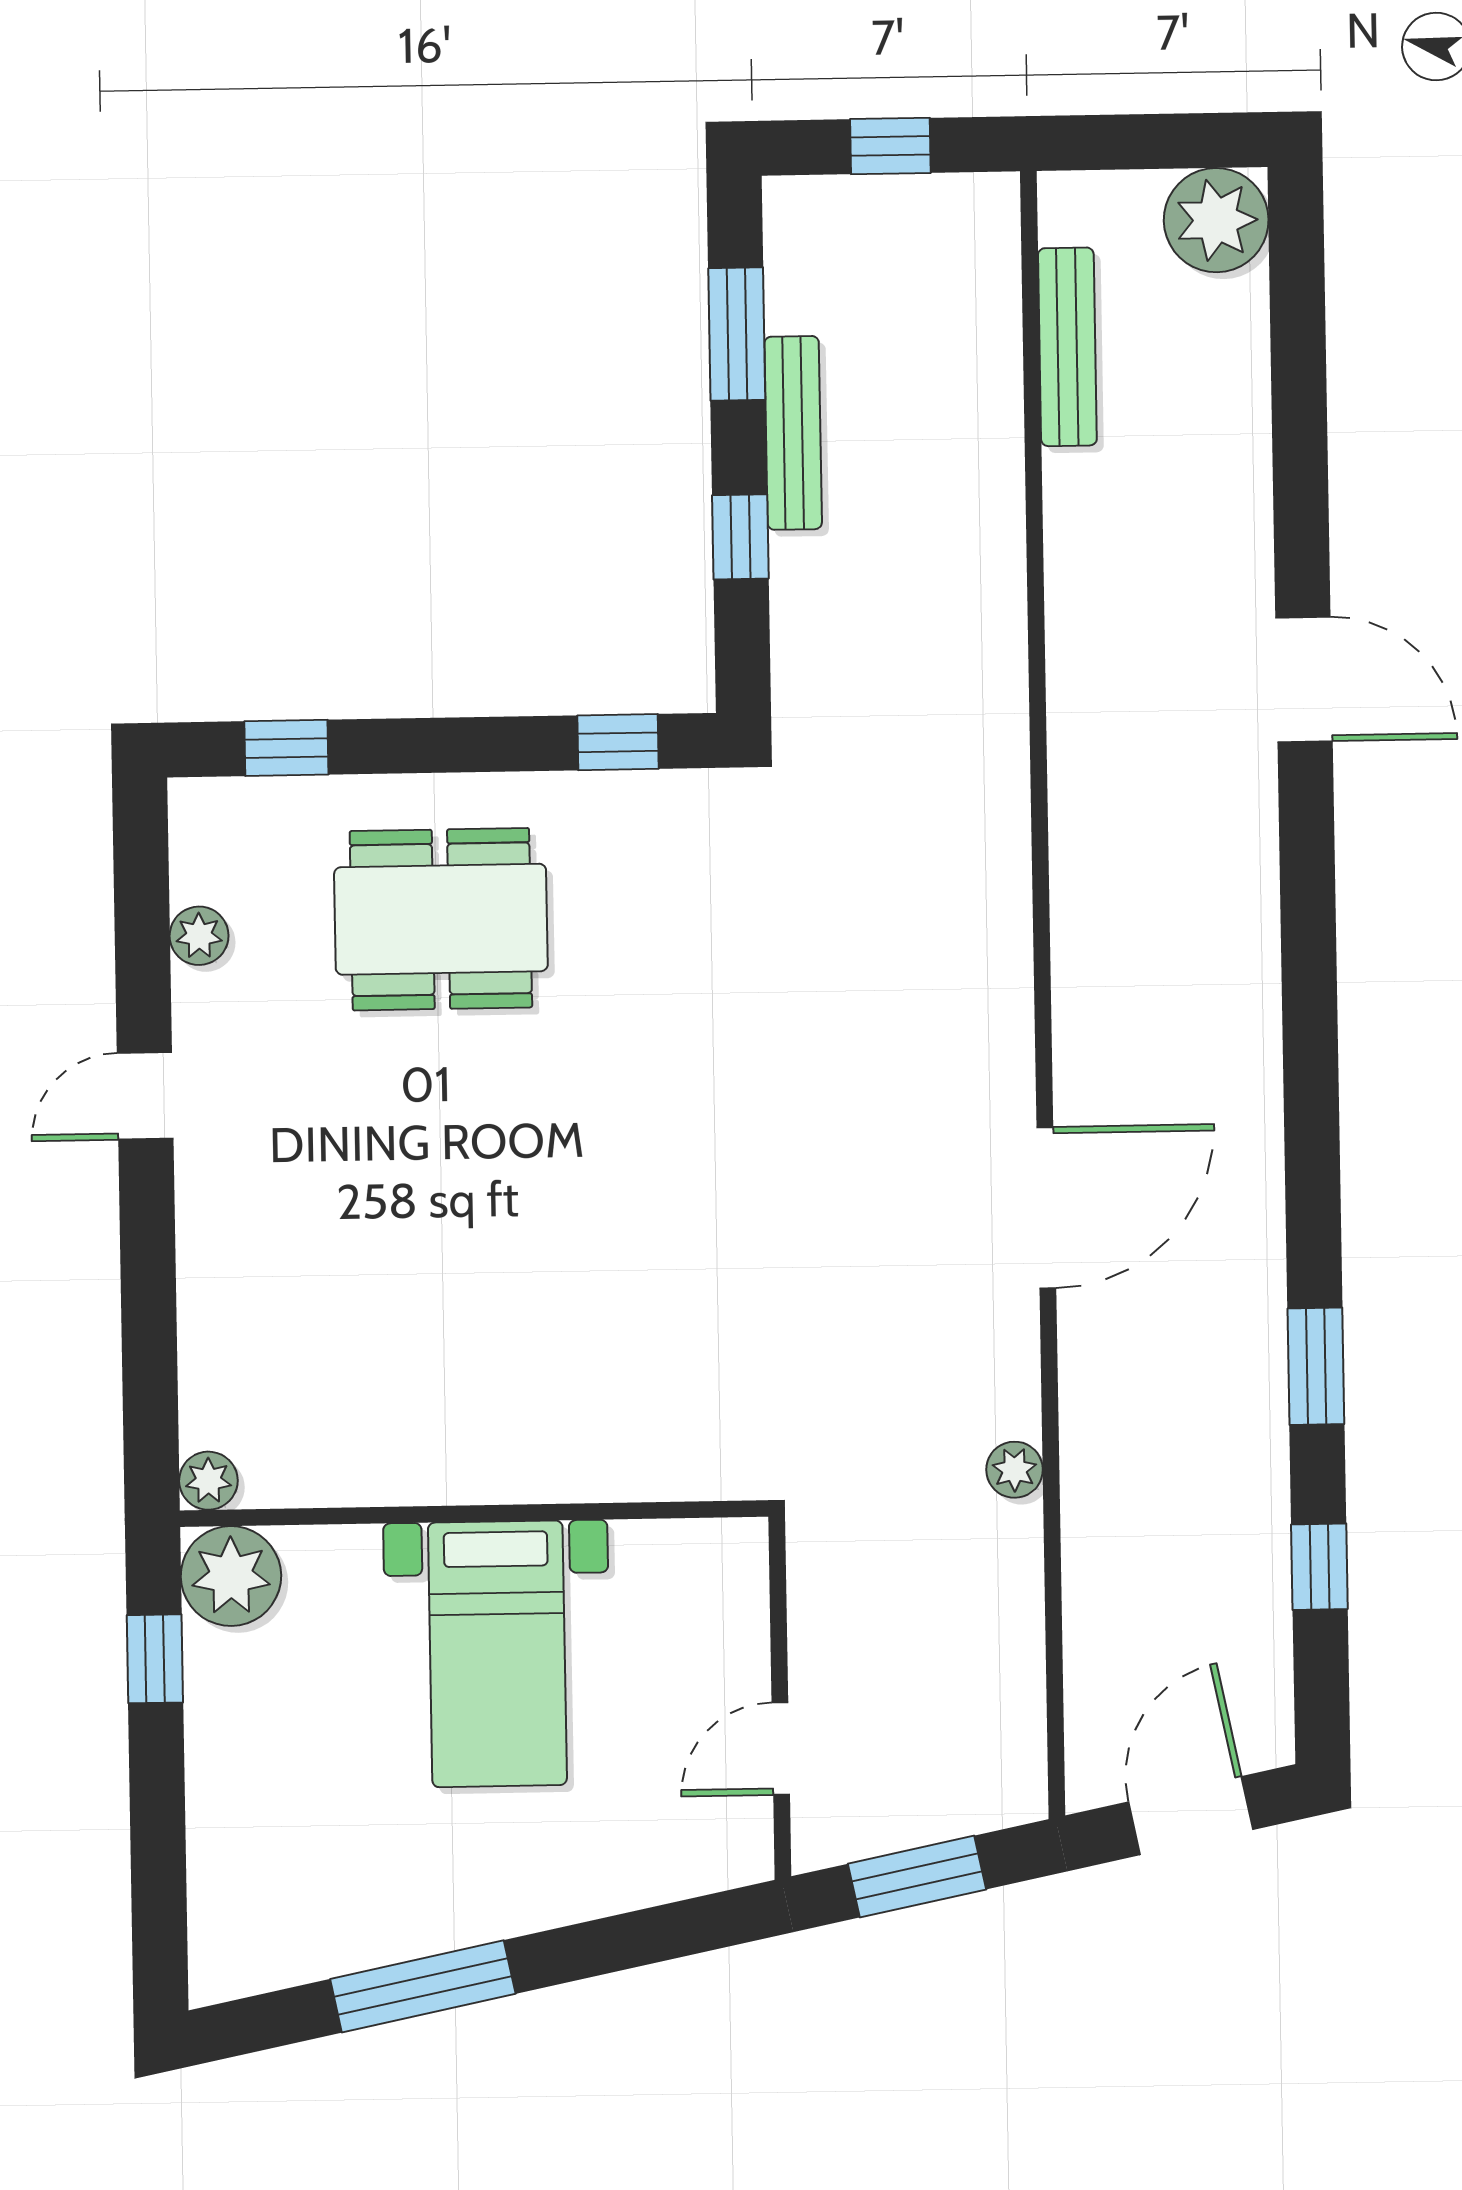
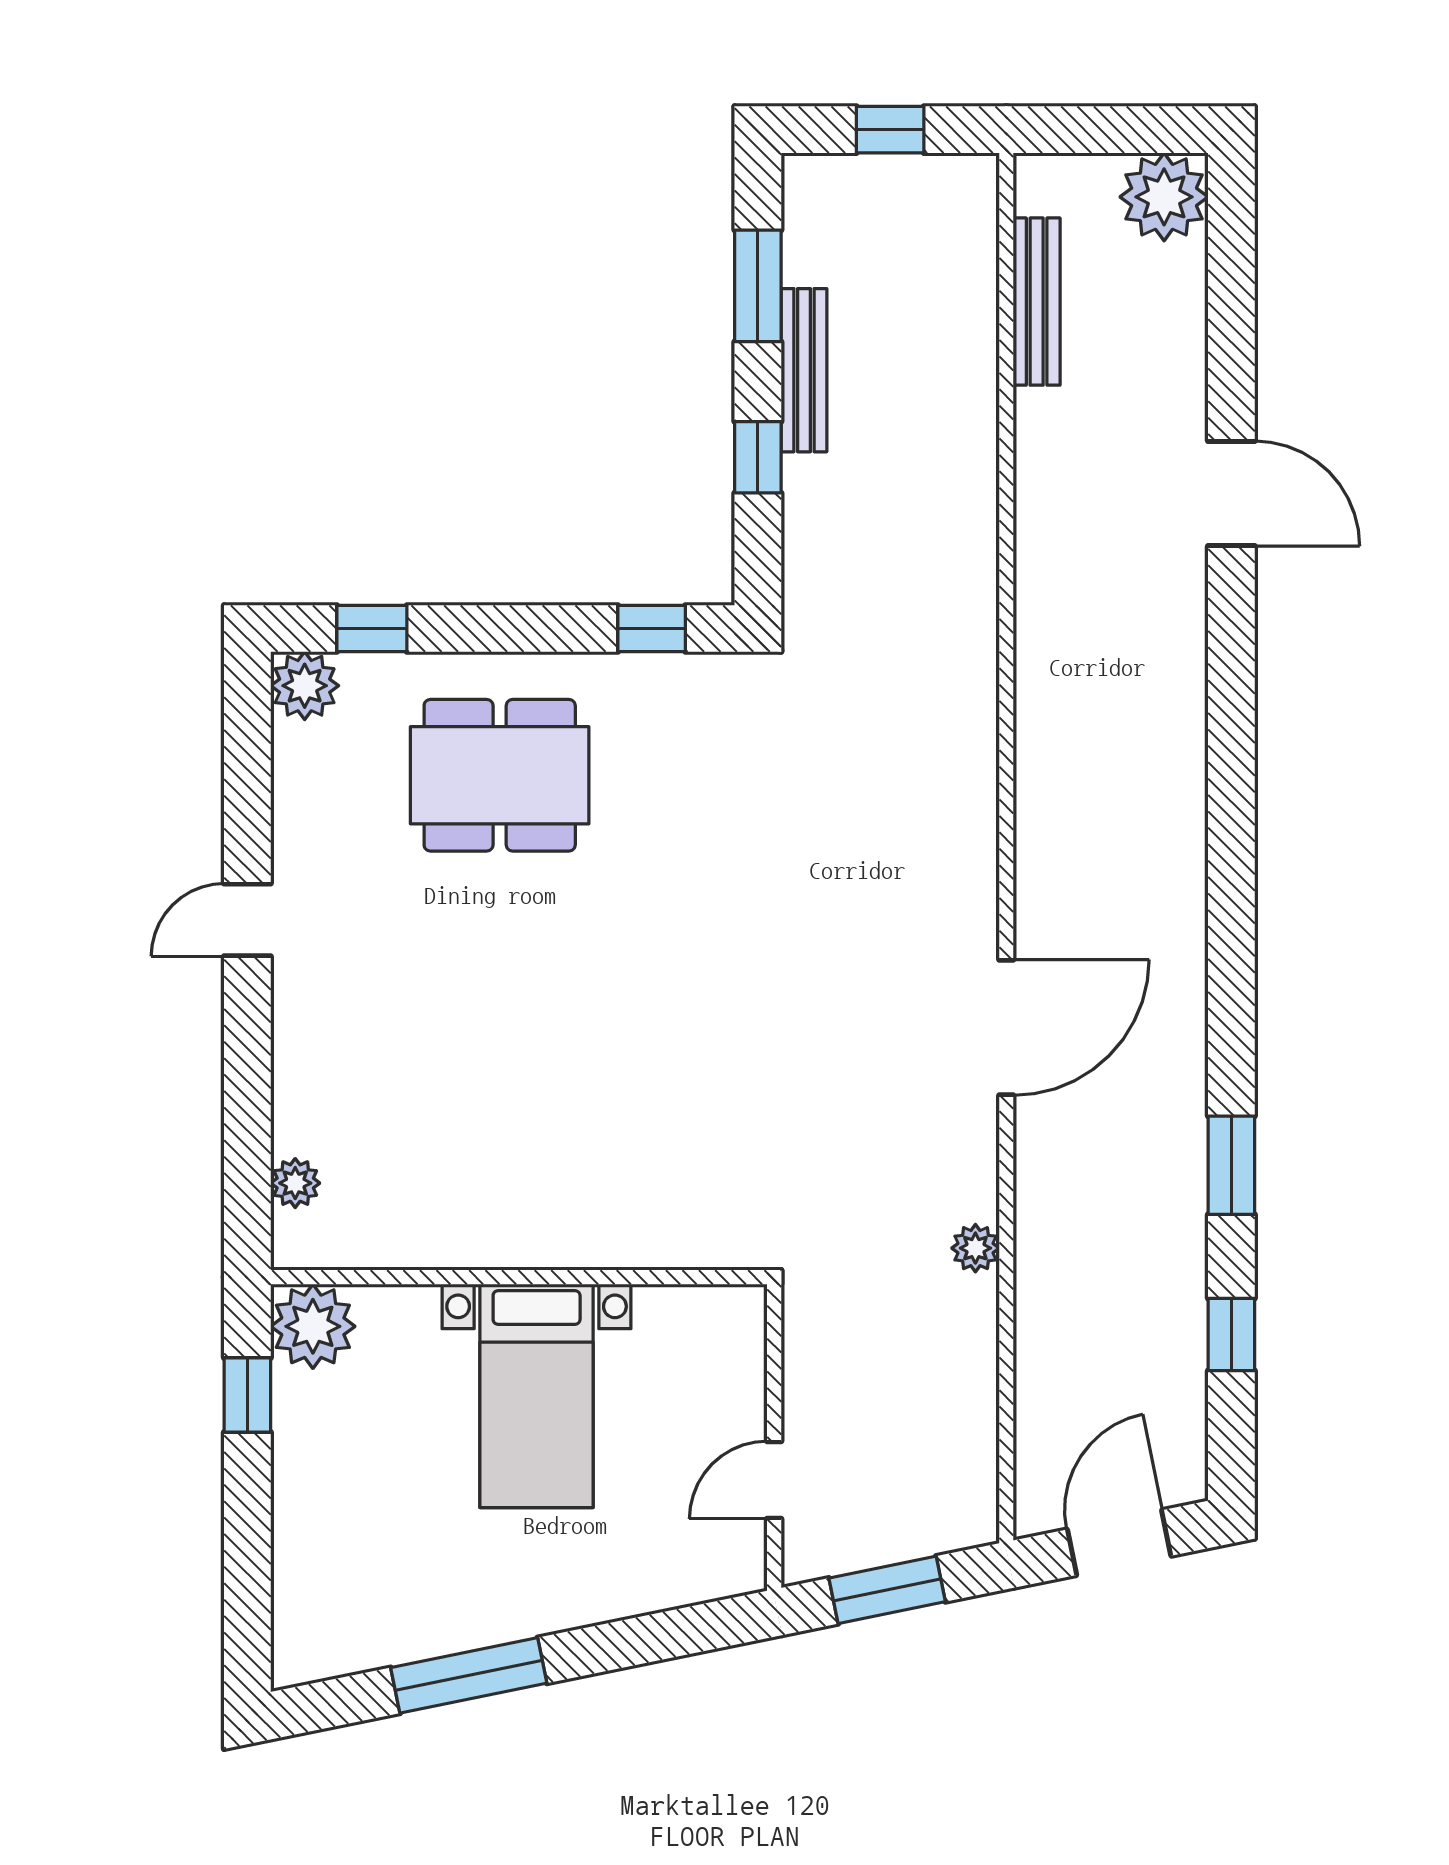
door: (1304, 679) -> (1231, 494), moved
plant: (199, 936) -> (305, 686), moved, width x1.38, depth x1.38
plant: (208, 1481) -> (295, 1183), moved

